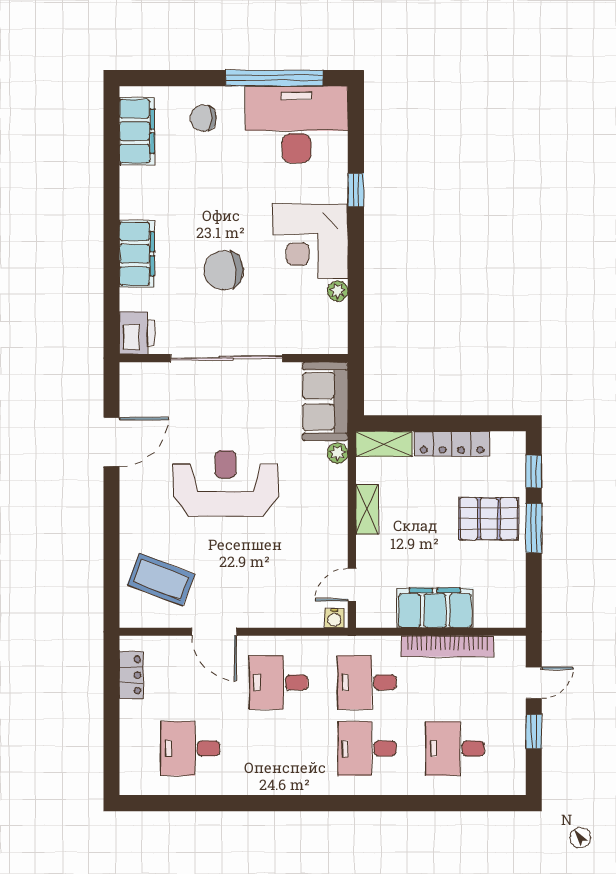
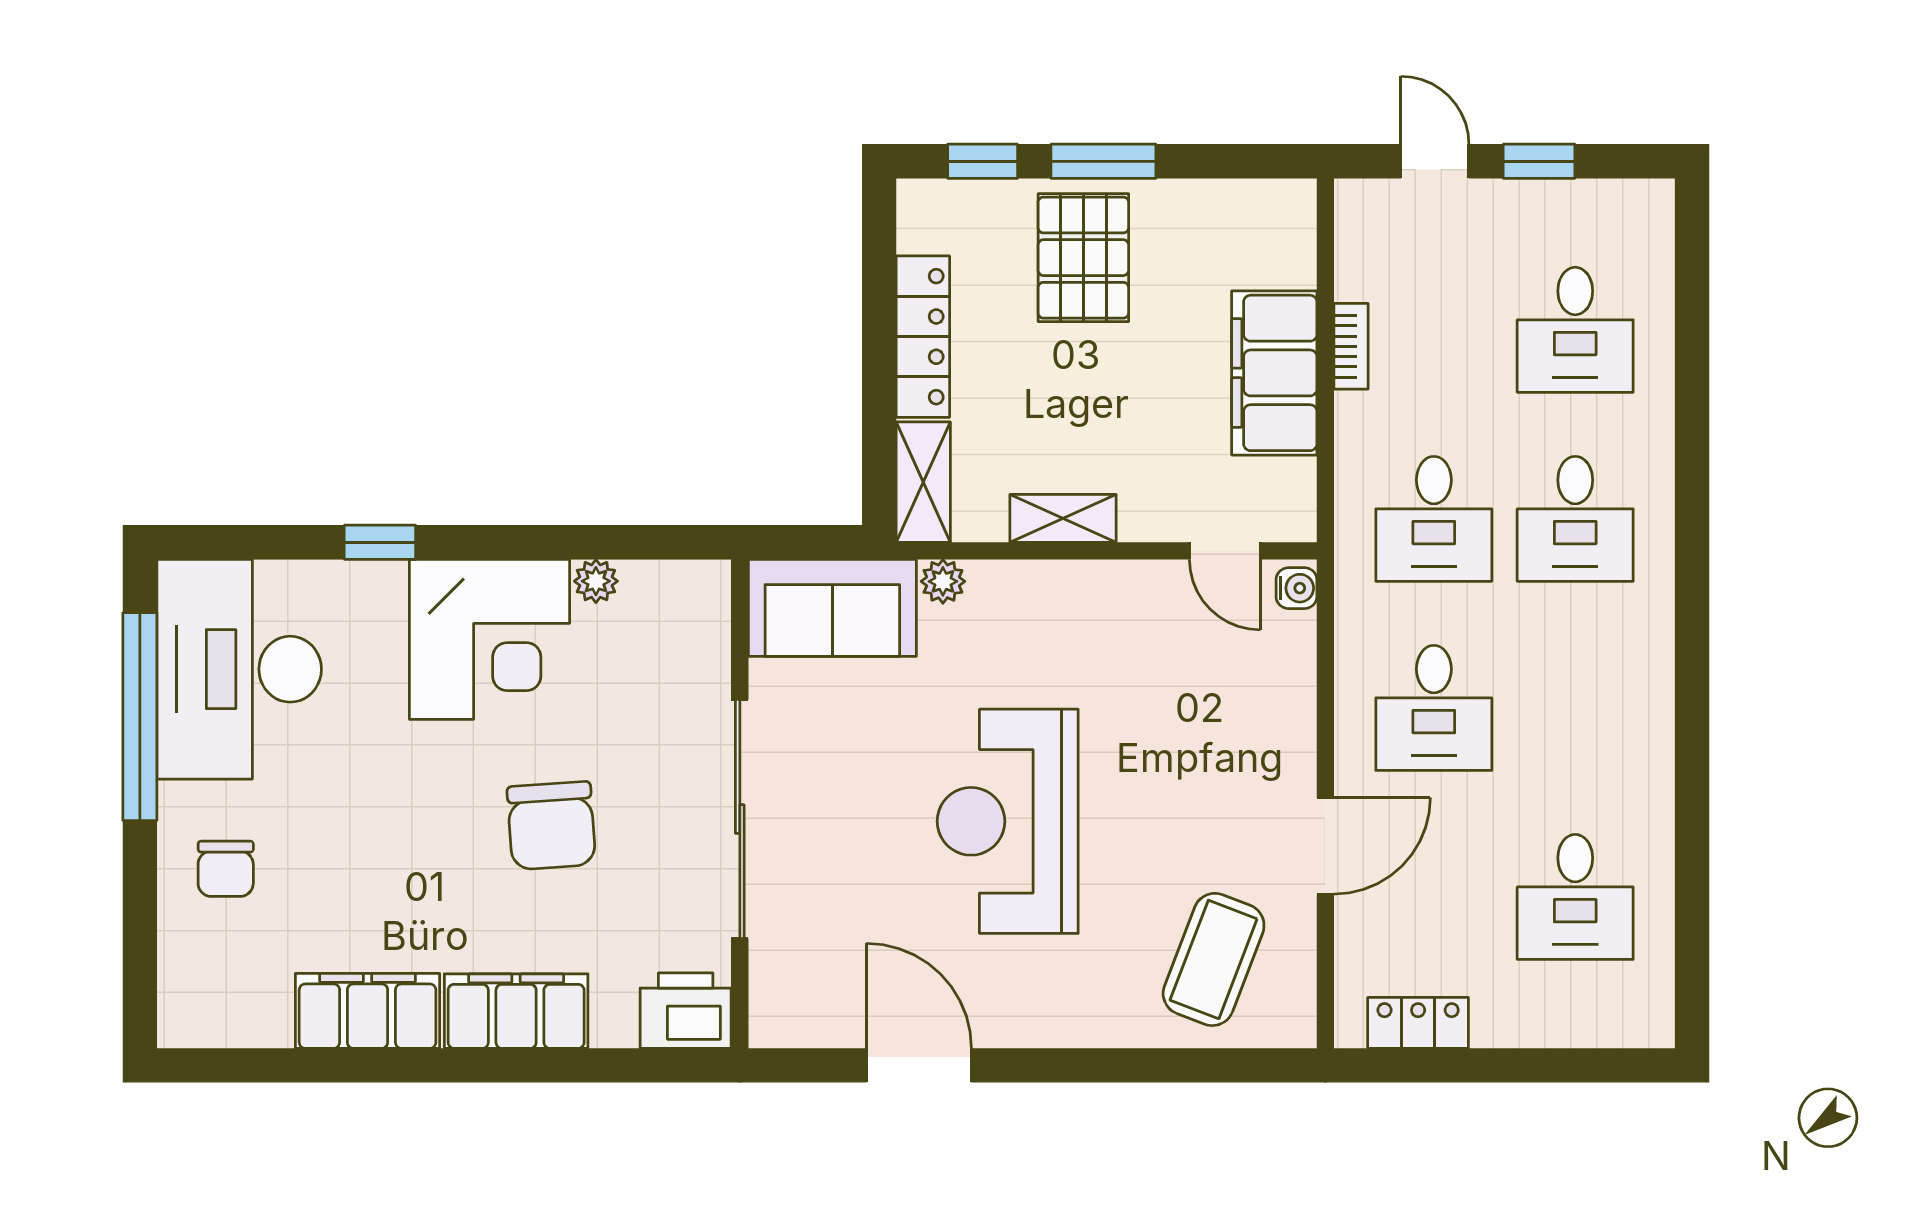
filing cabinet: (137, 131) -> (368, 1011), moved
bookcase: (447, 646) -> (1351, 346), width x0.43, depth x0.76

